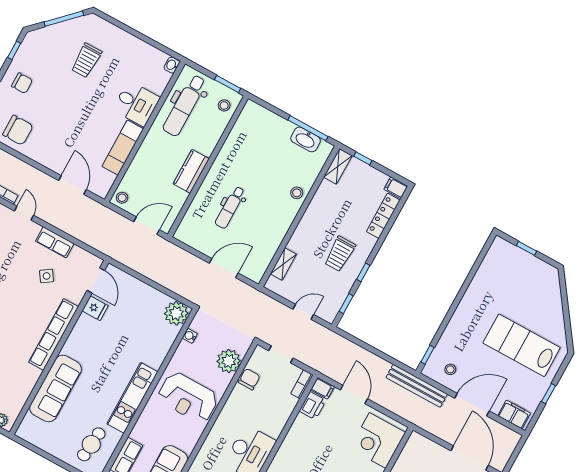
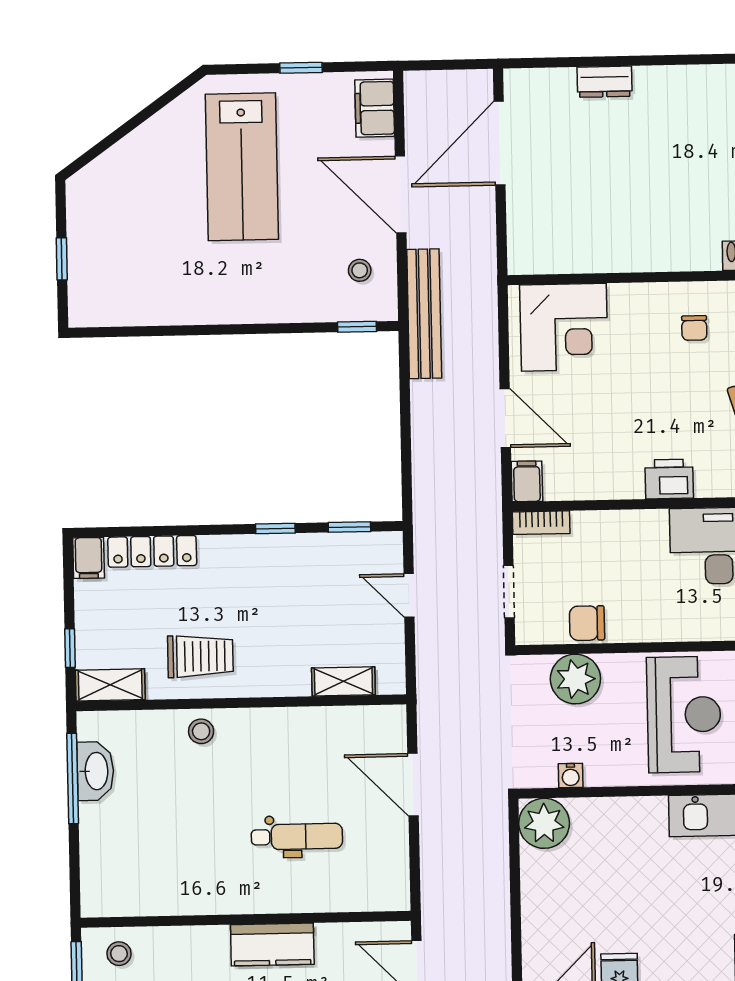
trolley: (340, 254) -> (200, 656), moved
door: (354, 394) -> (505, 418), swing flipped
printer: (313, 406) -> (669, 479), moved

